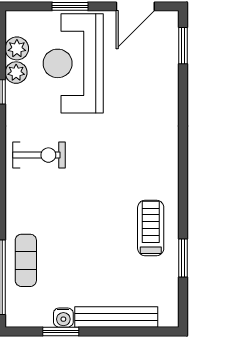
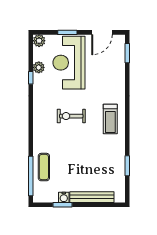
plant: (17, 48) -> (39, 41), moved
exercise bike: (39, 155) -> (71, 116), moved, turned 180
treadmill: (151, 228) -> (110, 119), moved, turned 180

